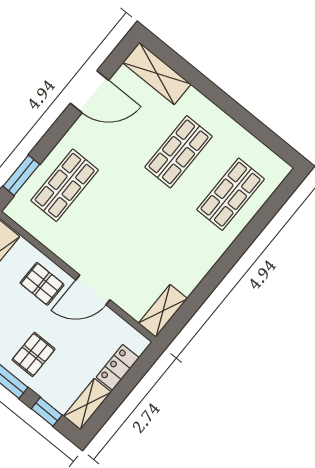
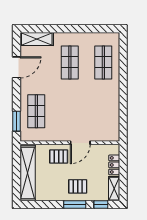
shelving: (163, 311) -> (114, 129), removed
pallet: (34, 354) -> (78, 186), turned 90

